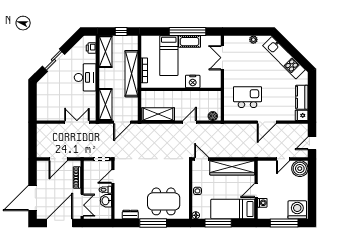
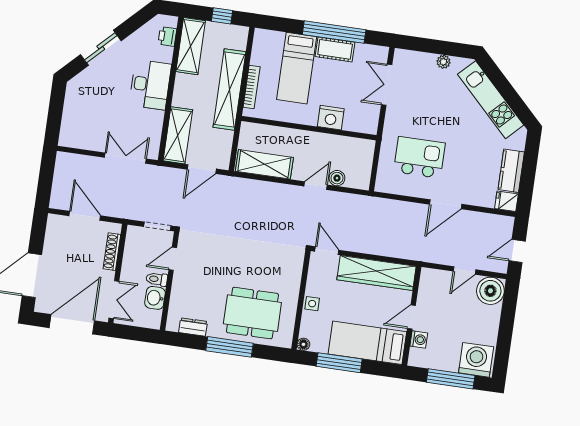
boiler: (213, 116) -> (337, 178), moved
door: (58, 159) -> (85, 216), swing flipped

